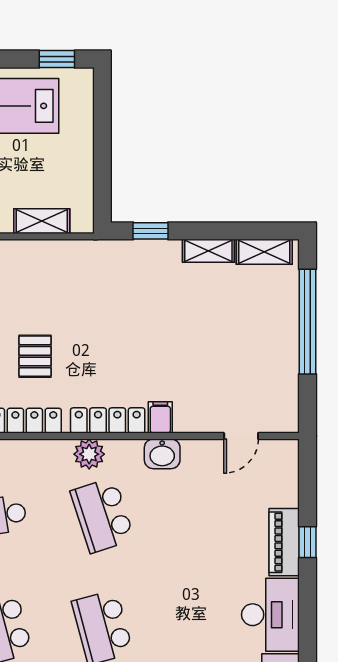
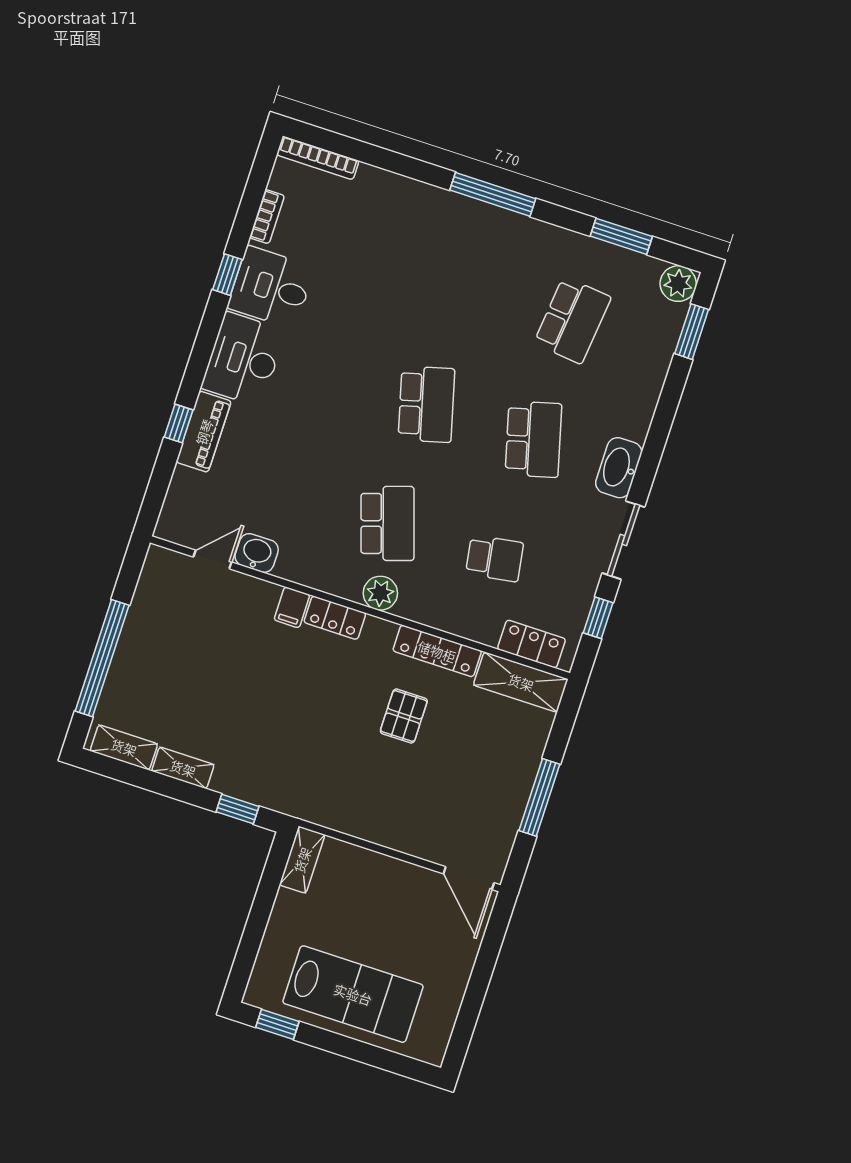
shelving: (42, 221) -> (302, 860), moved, turned 90
locker: (108, 420) -> (335, 618), width x0.66
washbasin: (162, 454) -> (257, 553), moved

